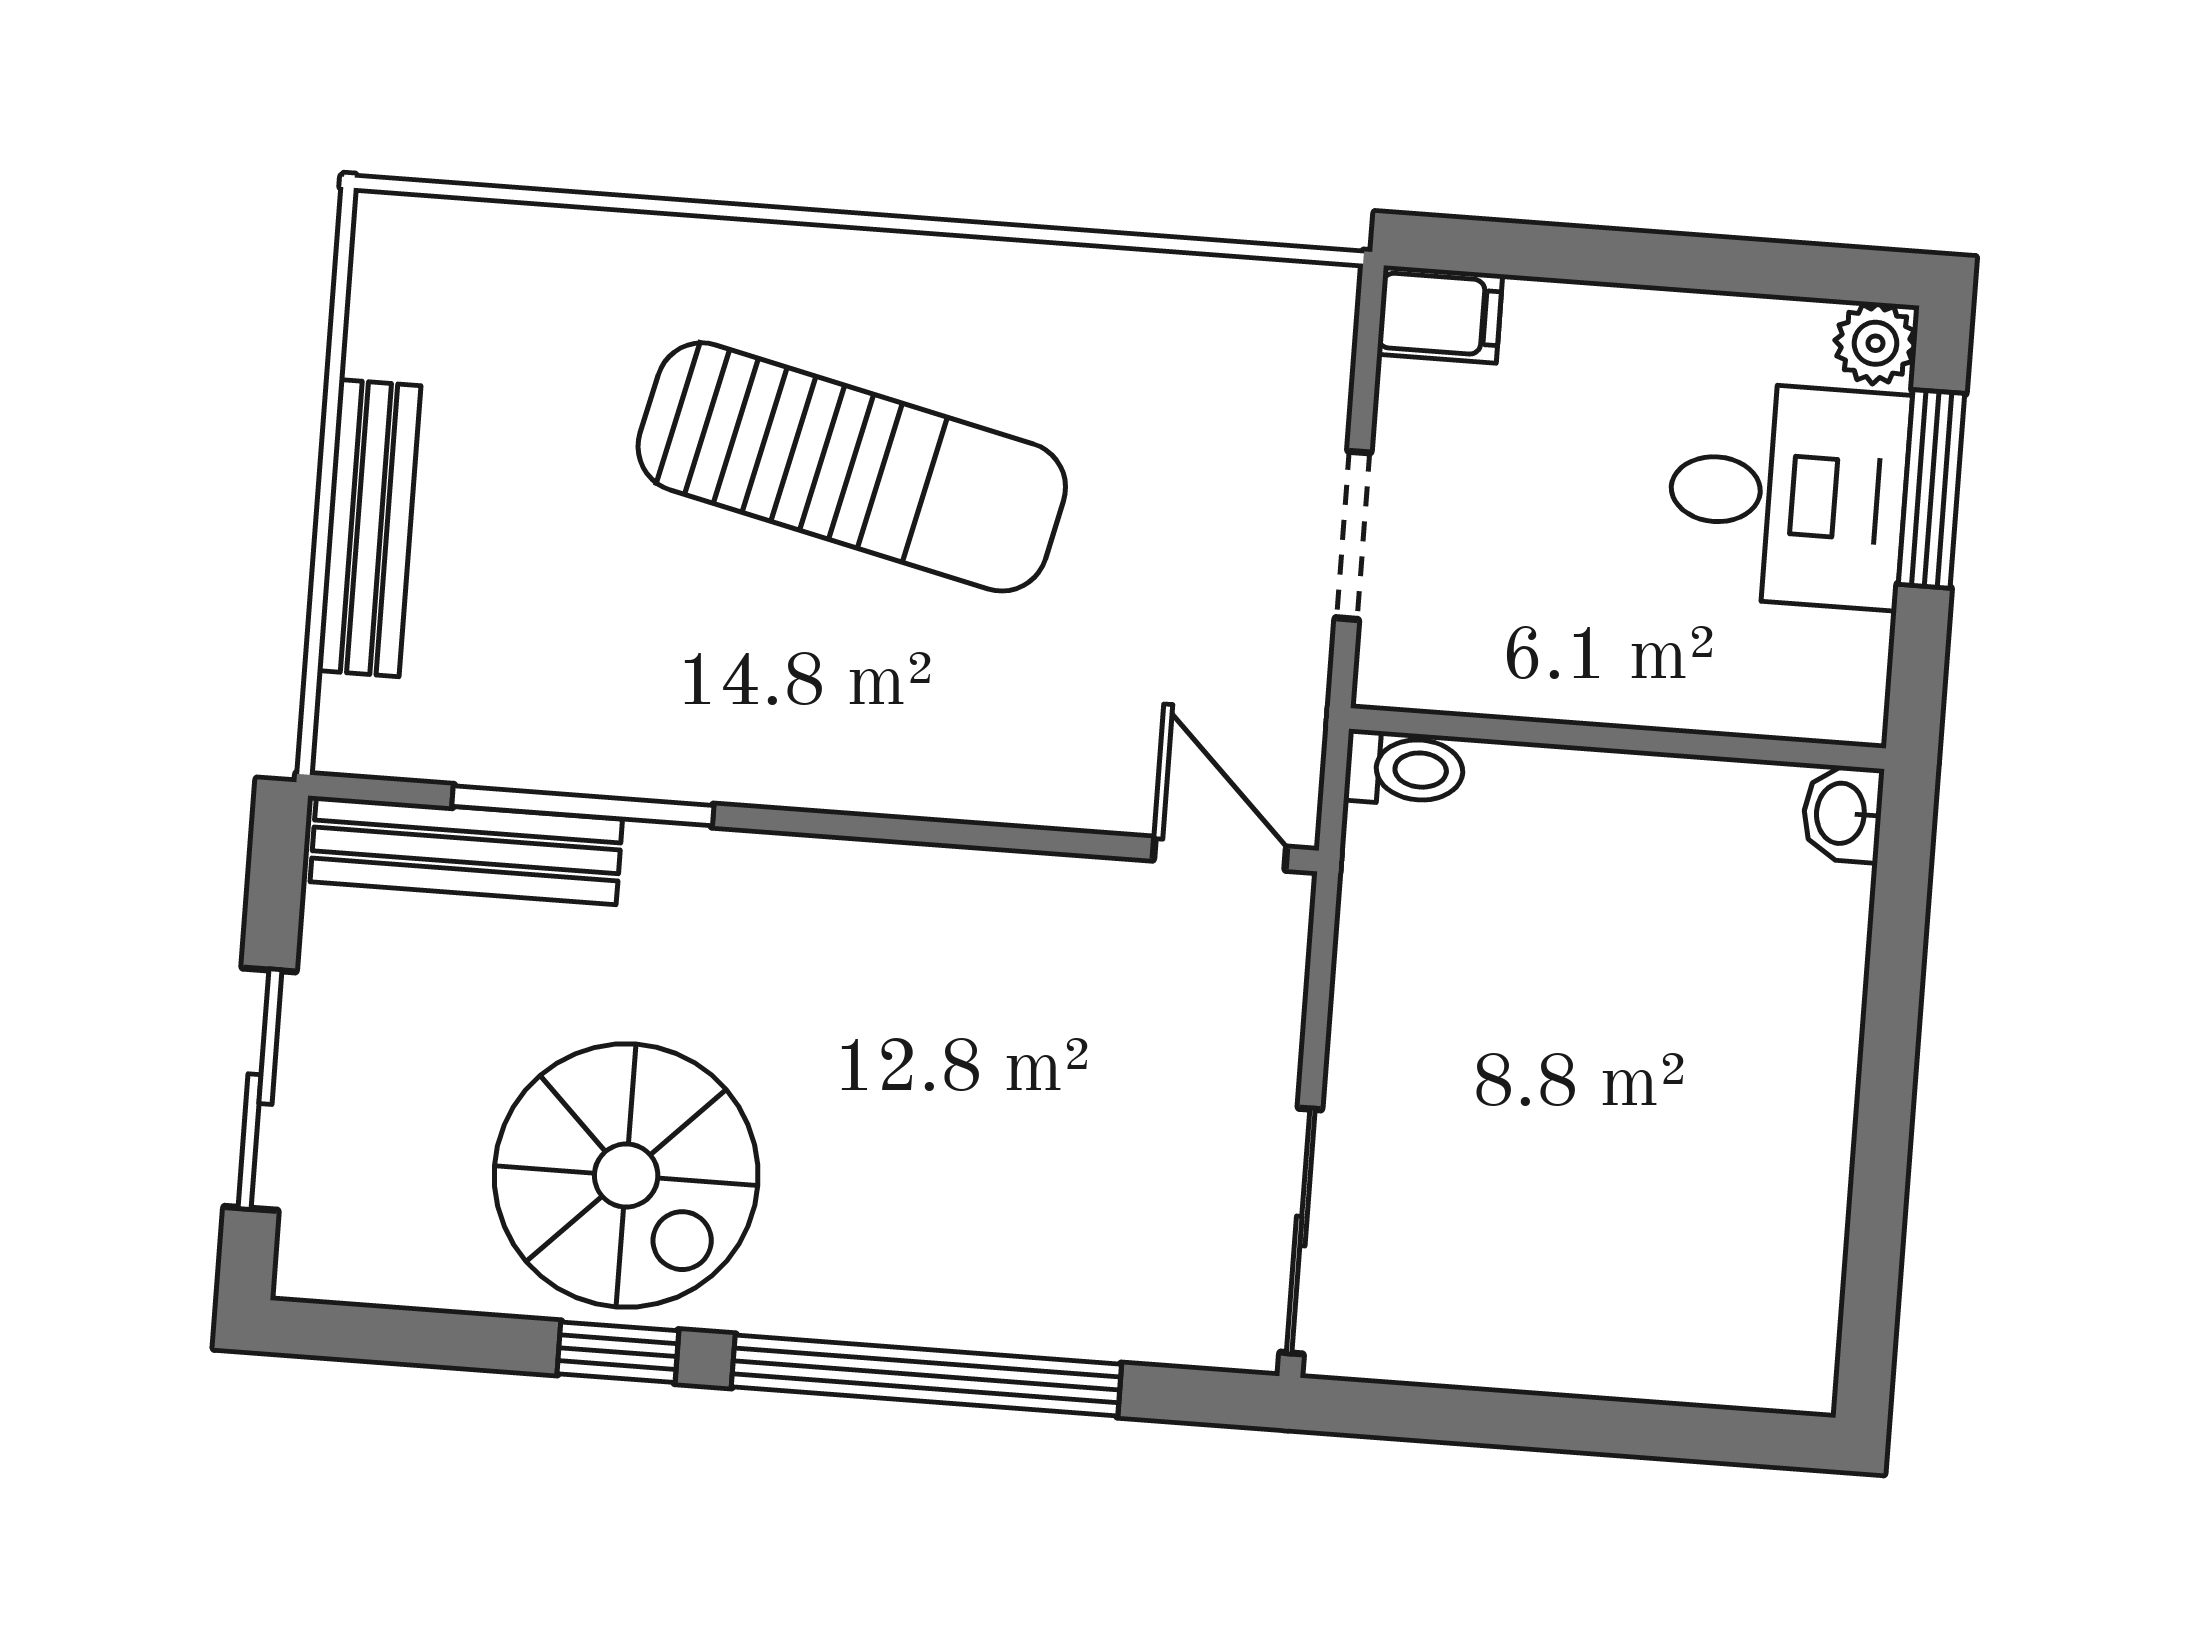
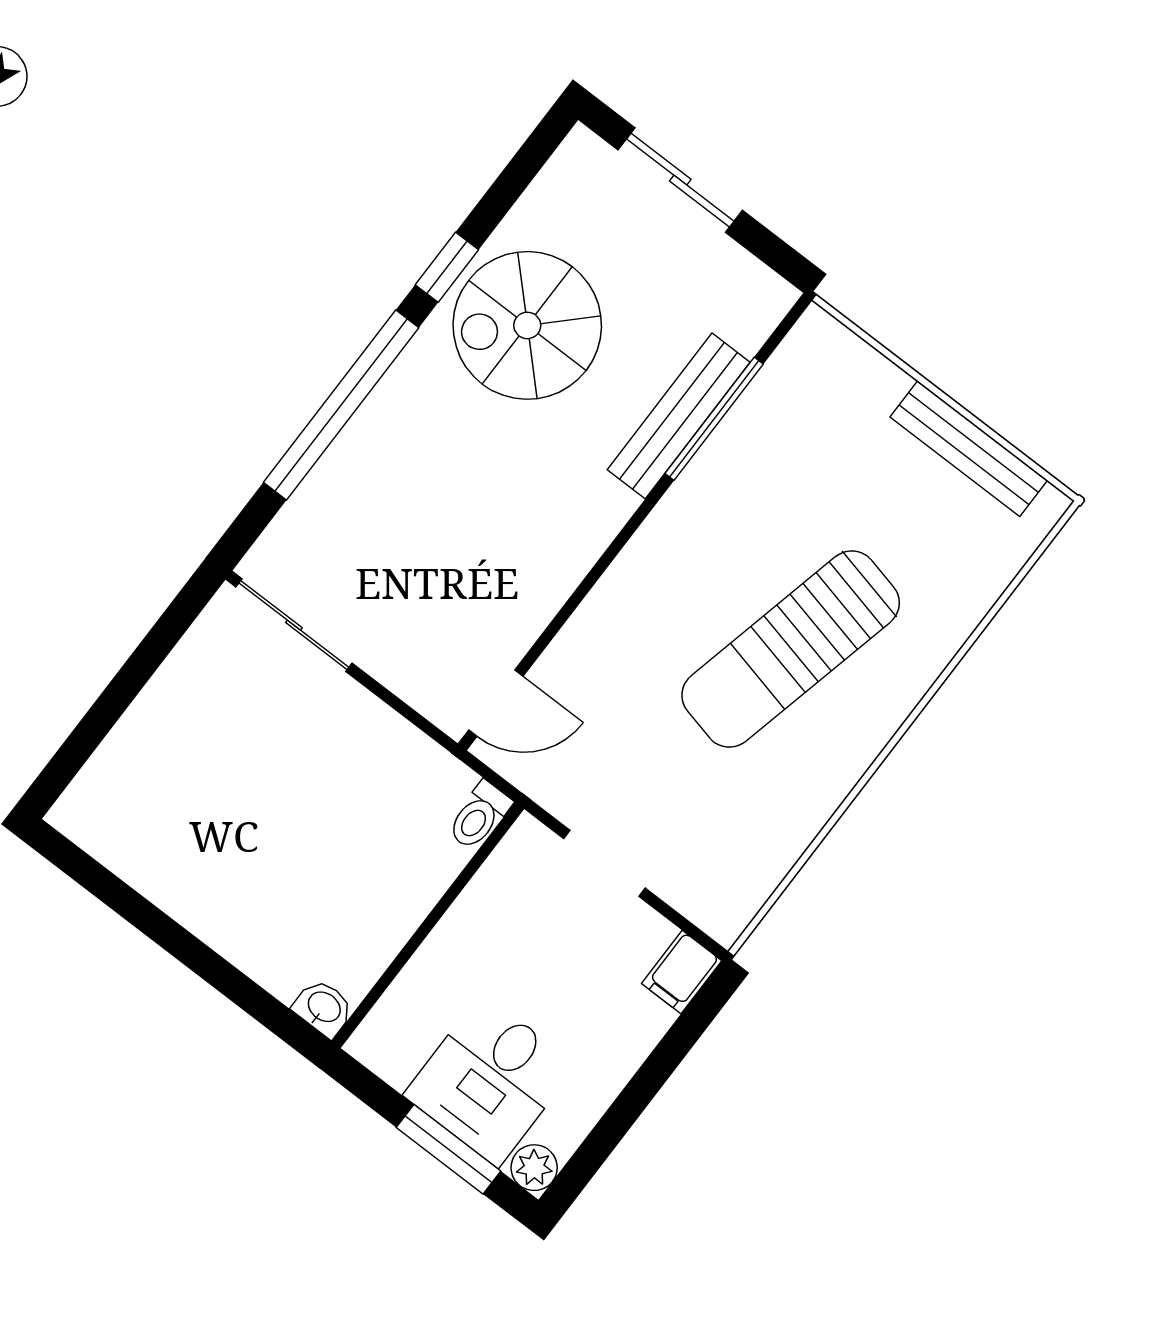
bench: (369, 528) -> (969, 449), moved
bench: (466, 850) -> (679, 416), moved

